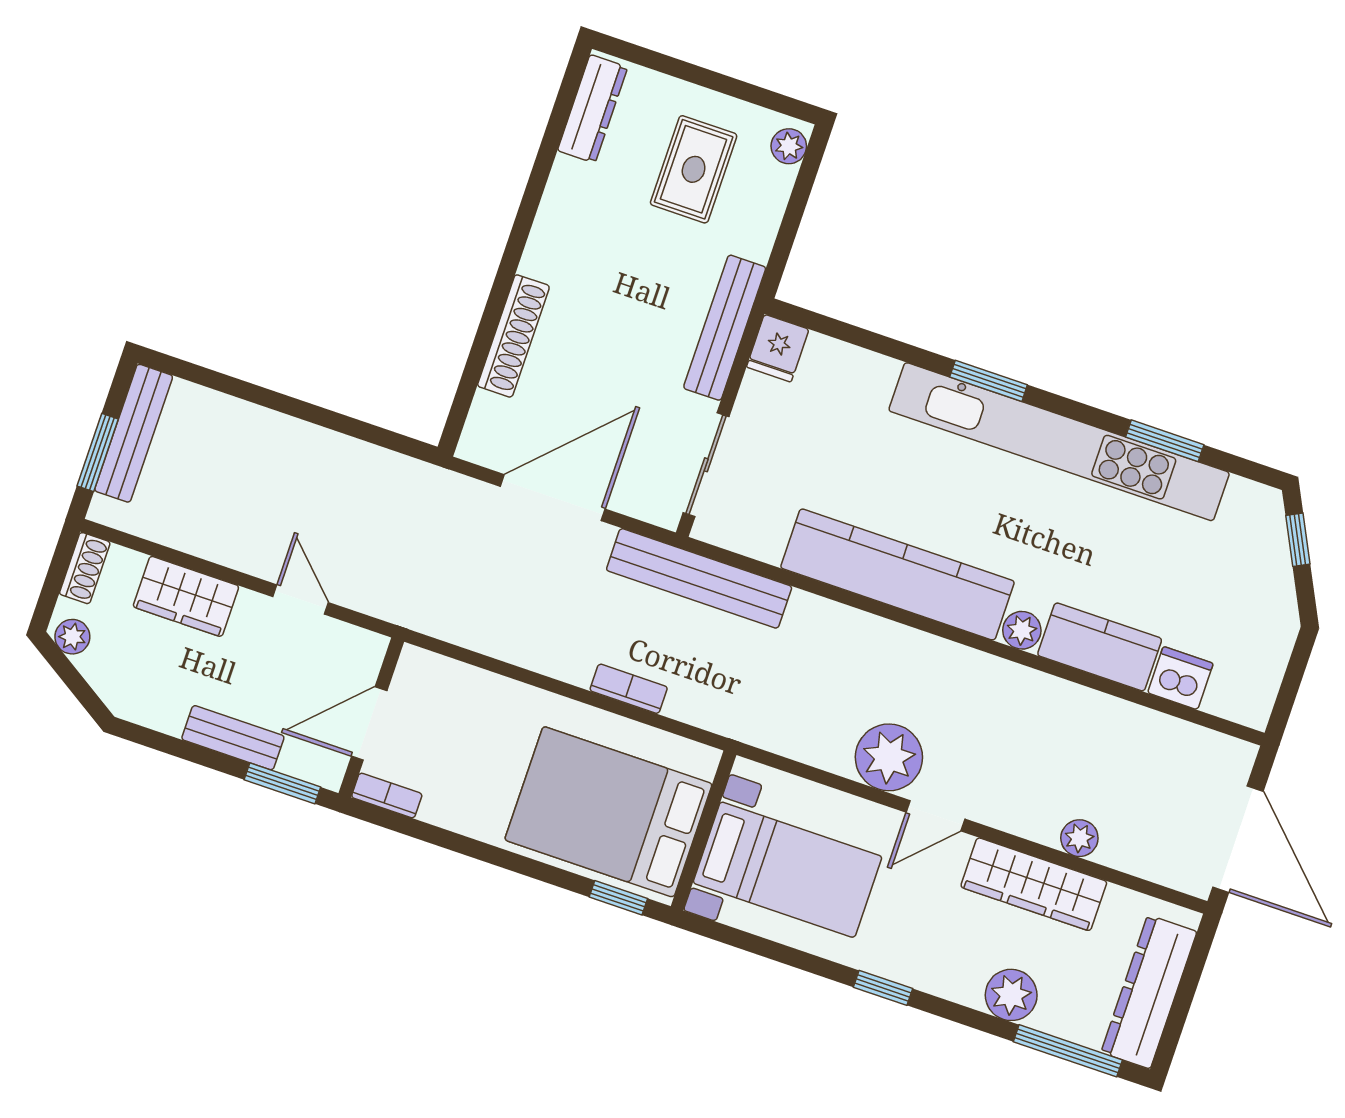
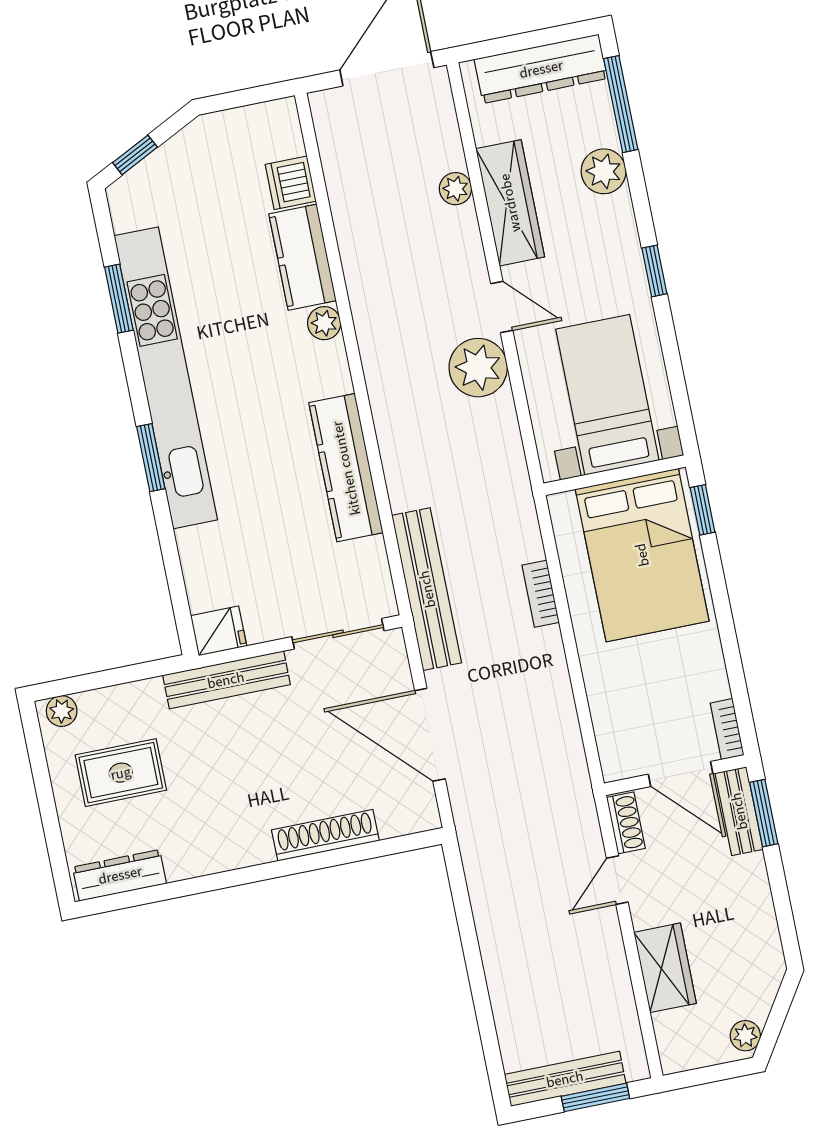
shoe rack: (85, 568) -> (626, 823), moved, turned 90
kitchen counter: (897, 574) -> (346, 468), width x0.72, depth x0.86
bench: (233, 738) -> (739, 811), moved

